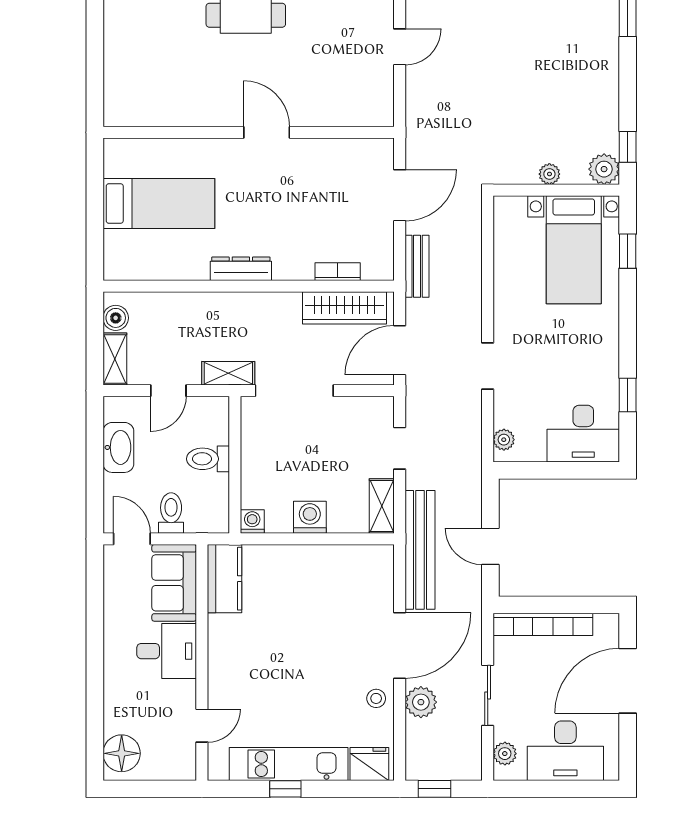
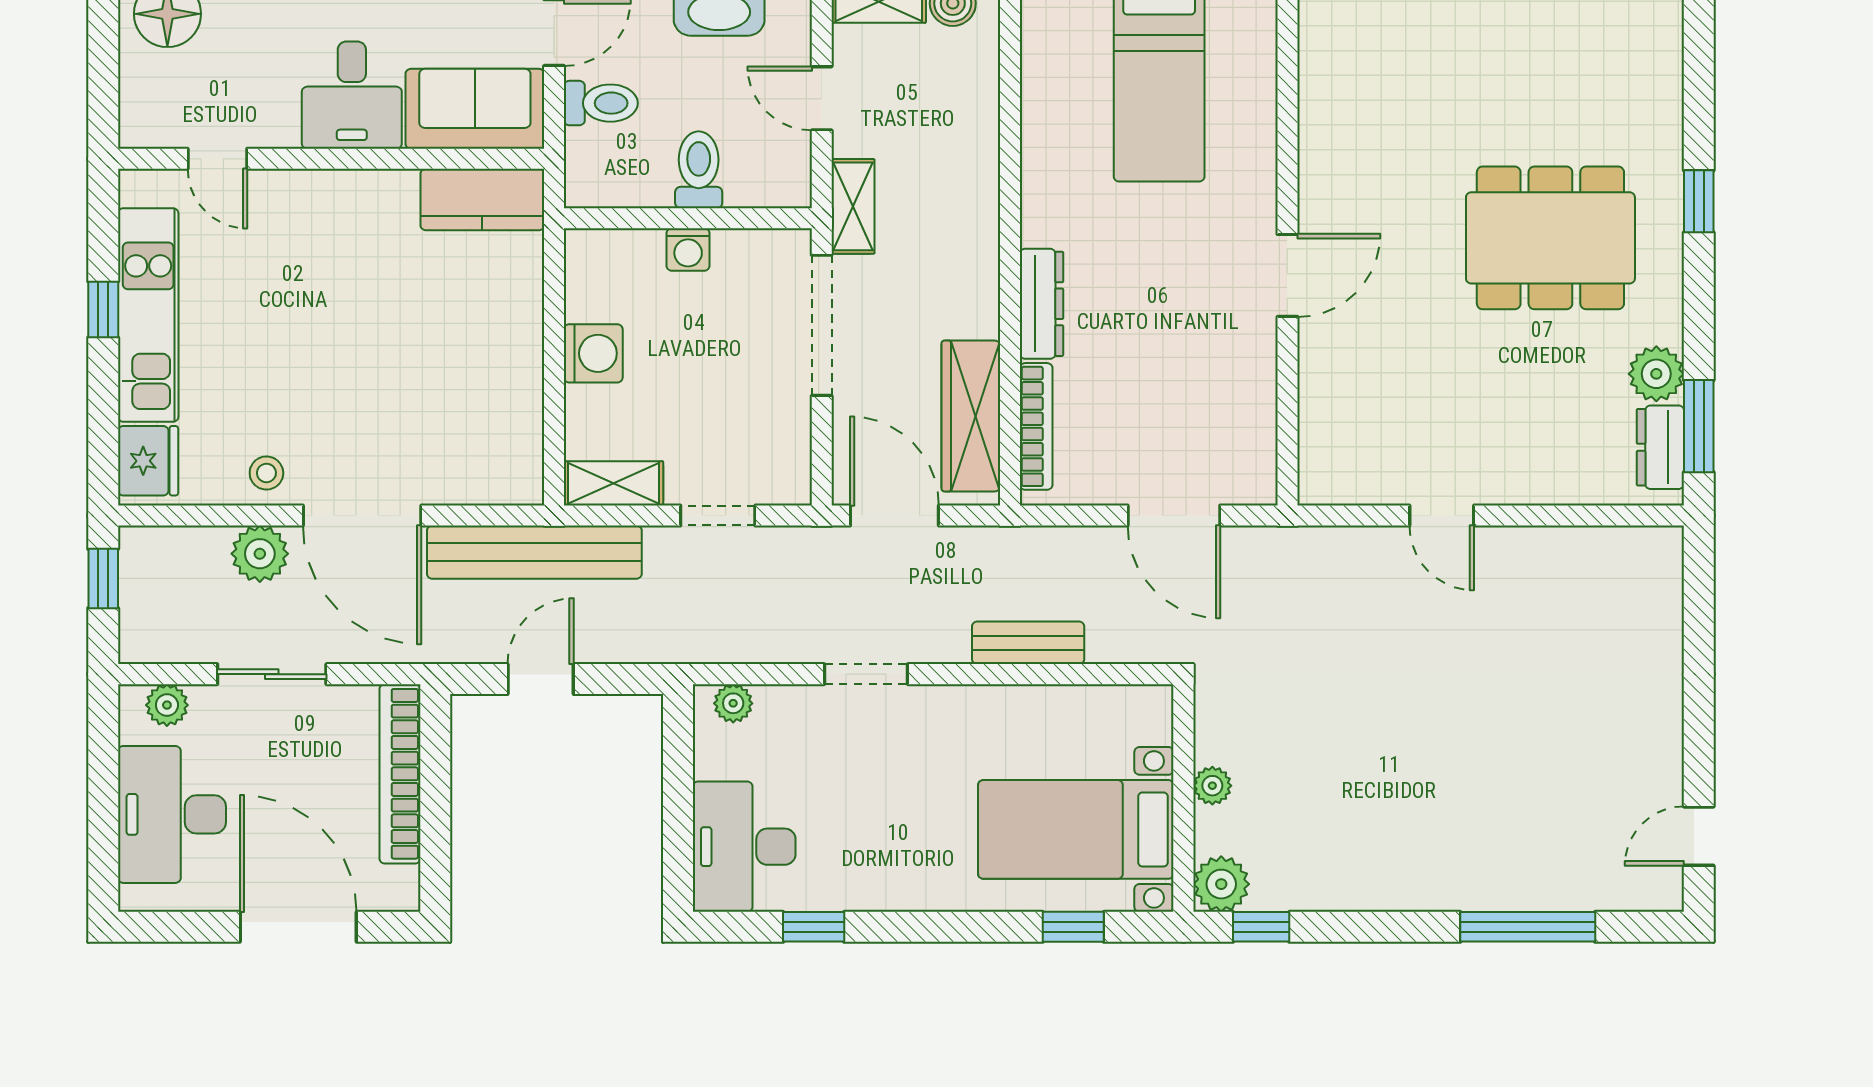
bench: (417, 266) -> (1028, 643), moved
dresser: (241, 269) -> (1041, 304), moved
bookcase: (338, 272) -> (1036, 426), width x1.56
washing machine: (252, 522) -> (688, 250), moved, turned 90

